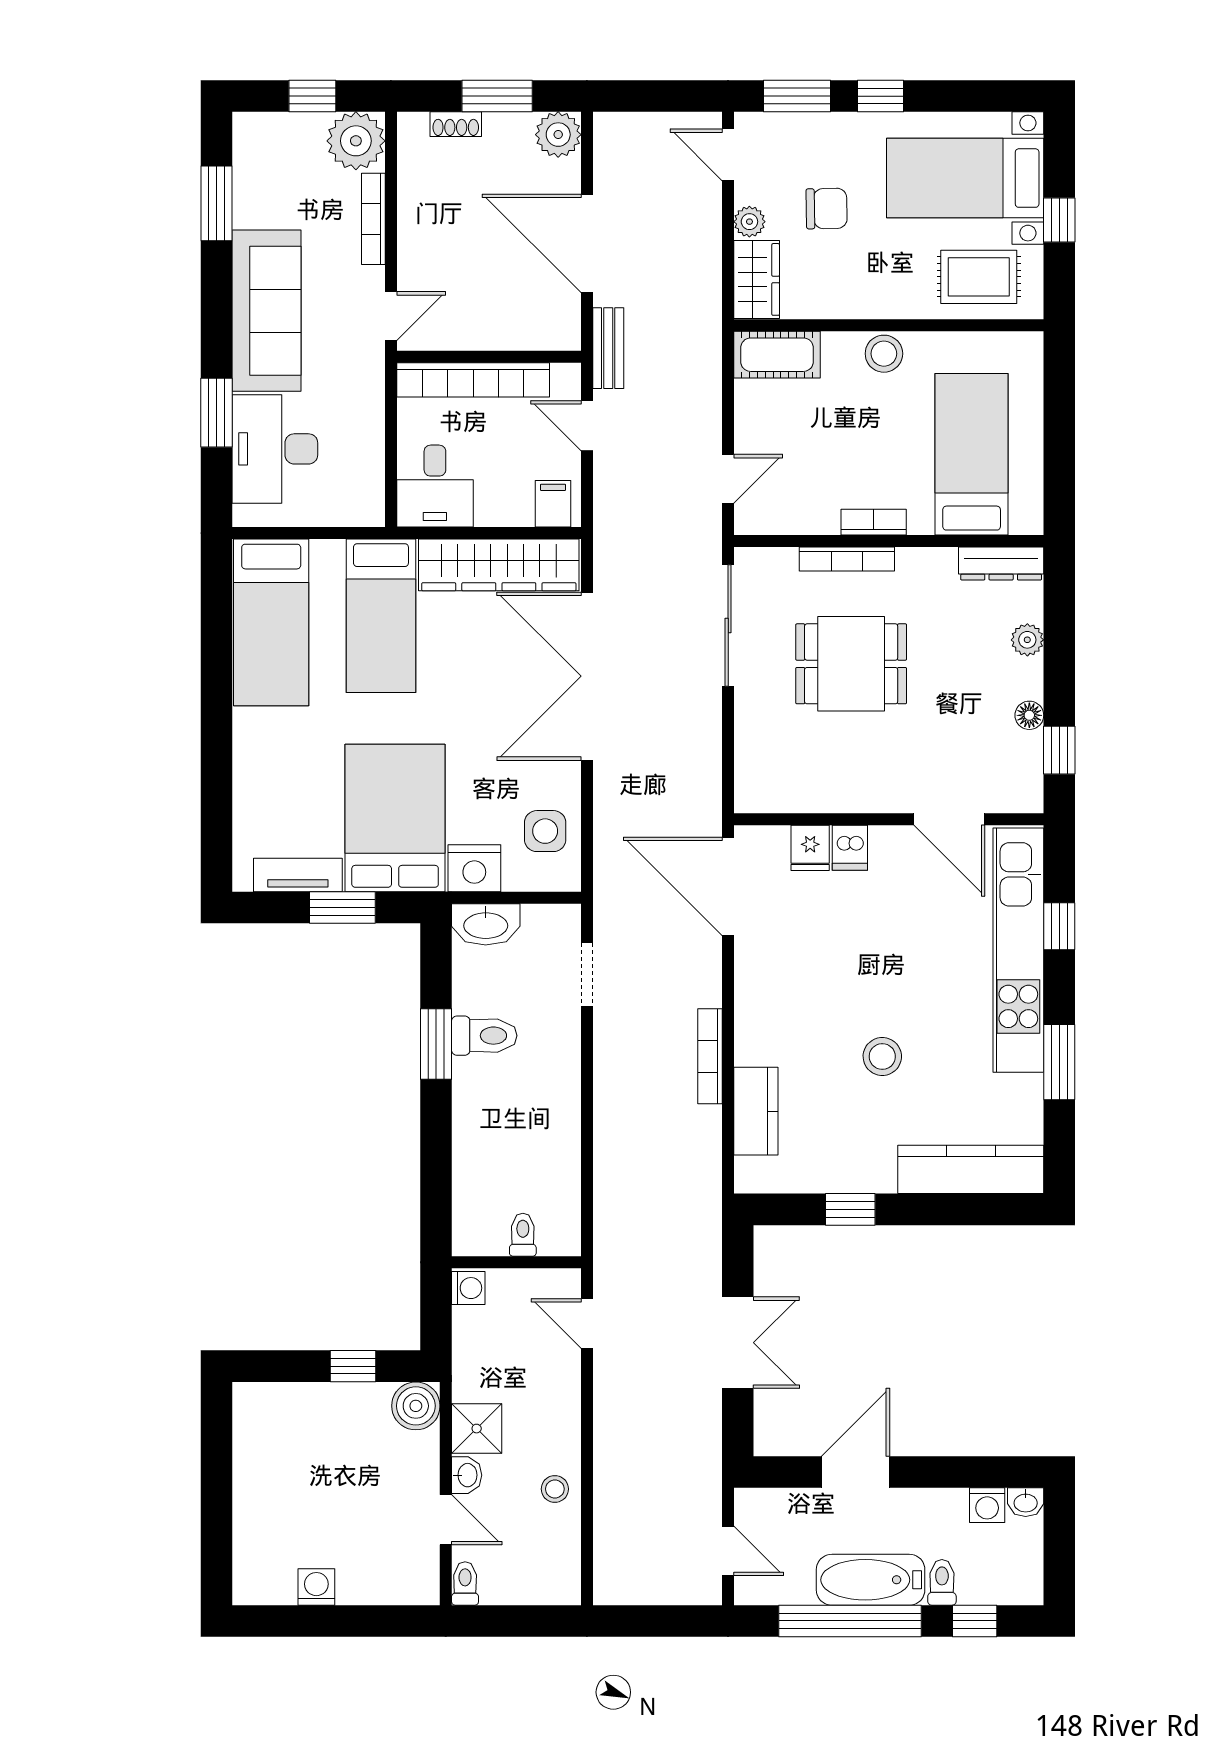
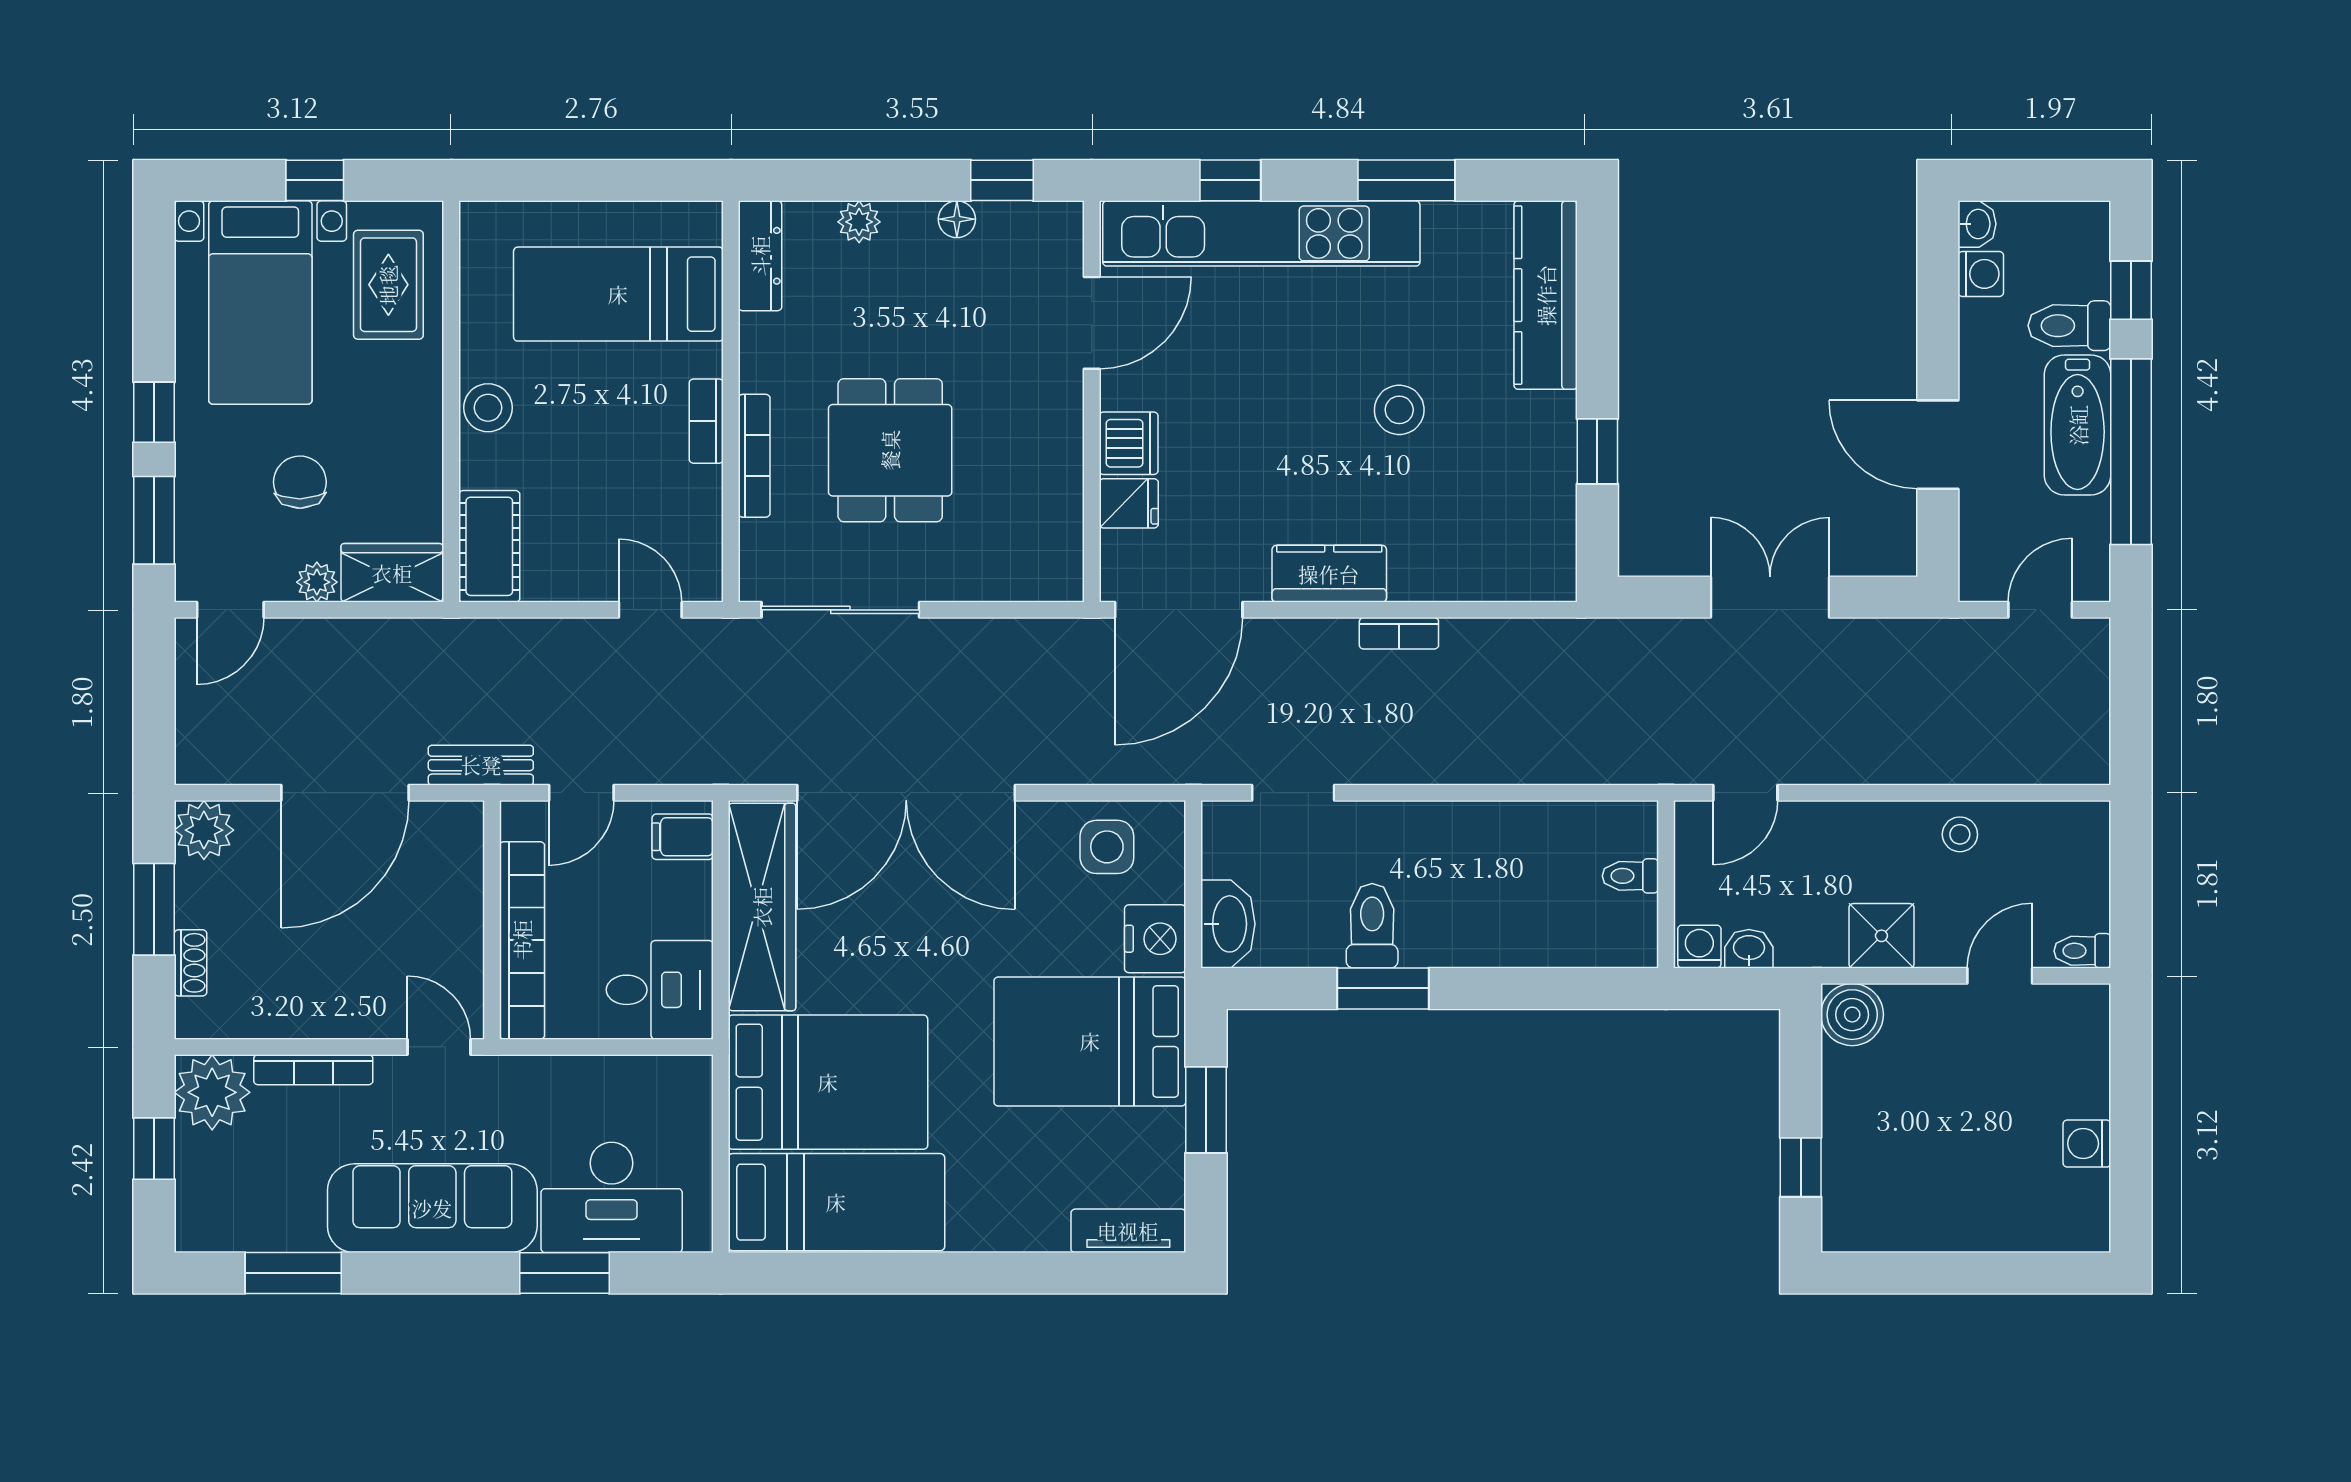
bed: (381, 616) -> (828, 1082), width x1.50
dishwasher: (850, 848) -> (1129, 443), width x1.38
tv unit: (298, 875) -> (1128, 1231), moved, turned 90
bookcase: (710, 1056) -> (1399, 633), width x0.64
kitchen counter: (756, 1111) -> (1329, 574), moved
window: (353, 1366) -> (1801, 1167), moved
washbasin: (467, 1475) -> (1749, 949), moved
toilet: (942, 1582) -> (2069, 326), width x1.37, depth x1.39

